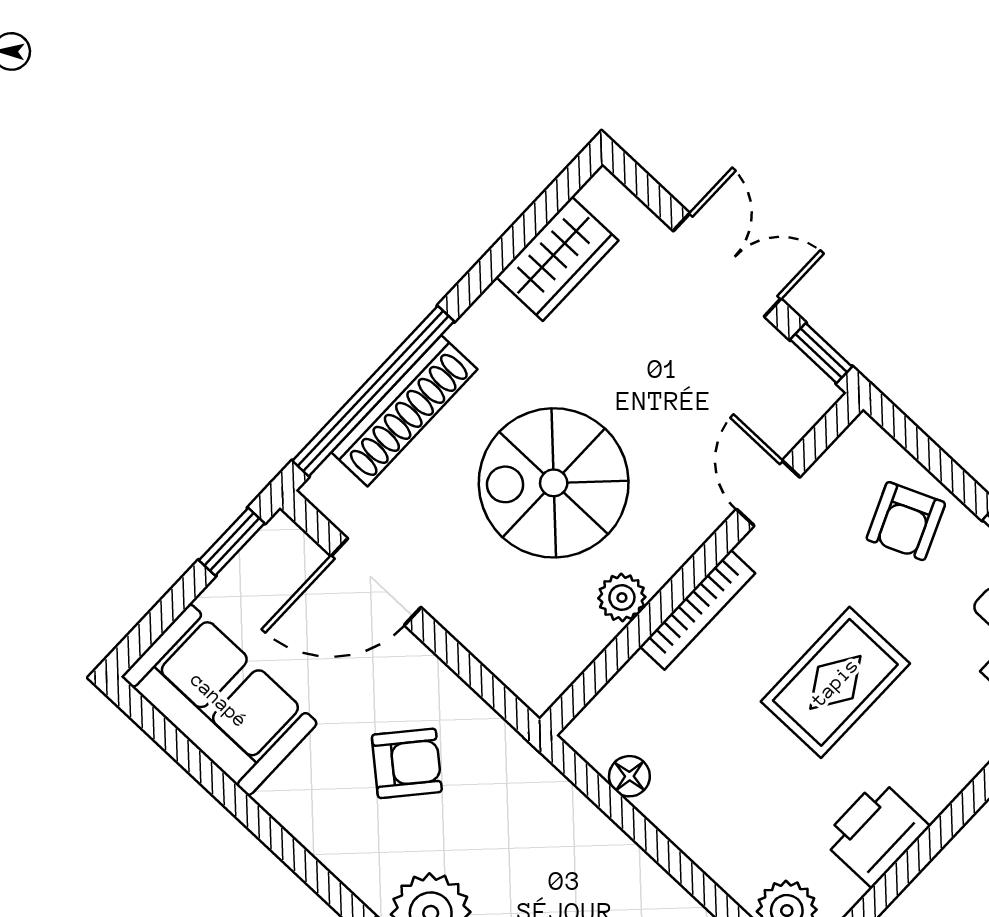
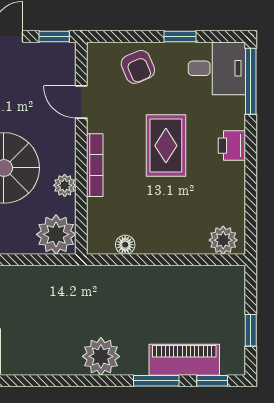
plant: (538, 660) -> (56, 234), added
armchair: (407, 763) -> (44, 312), removed
printer: (875, 833) -> (232, 146), moved, width x0.73, depth x0.81

